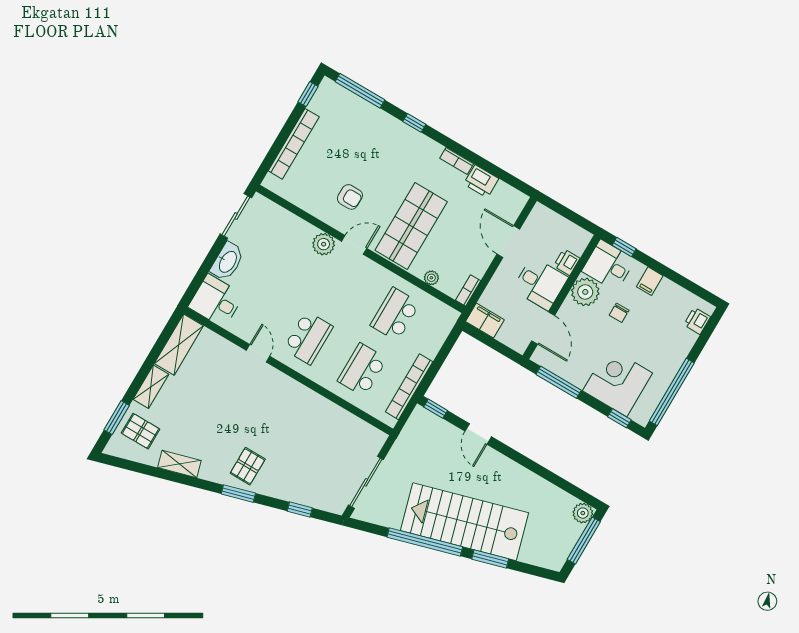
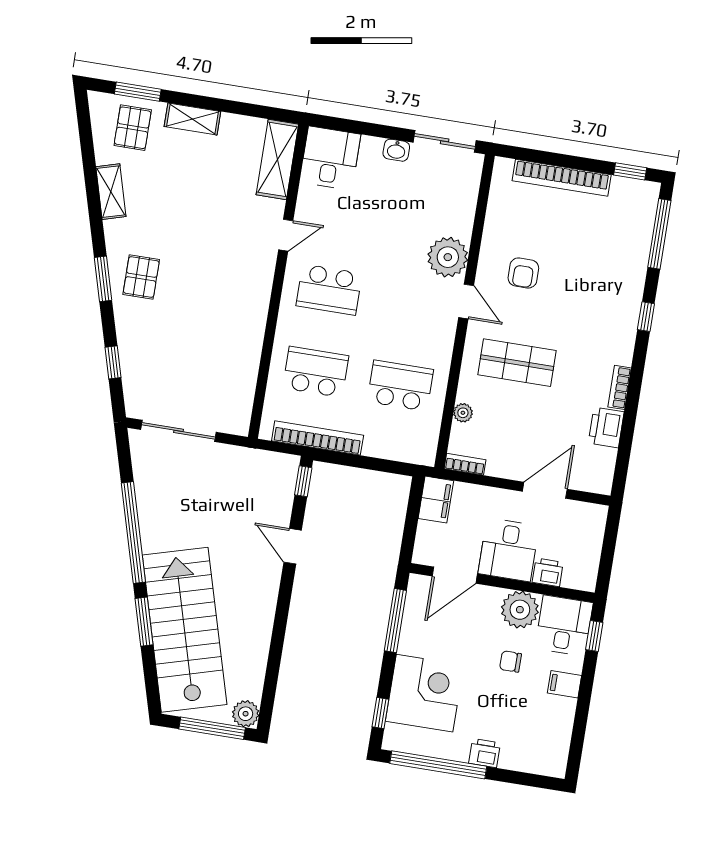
shop shelf: (411, 226) -> (517, 363), width x0.70, depth x0.74
plant: (324, 244) -> (448, 257), width x1.36, depth x1.36
washbasin: (227, 262) -> (396, 150), width x0.52, depth x0.69
printer: (697, 321) -> (485, 753), moved
shelving: (179, 345) -> (277, 159), moved, turned 90
door: (478, 434) -> (293, 546), hinge flipped
pallet: (248, 466) -> (141, 277), turned 90
stairs: (464, 522) -> (185, 630), moved

